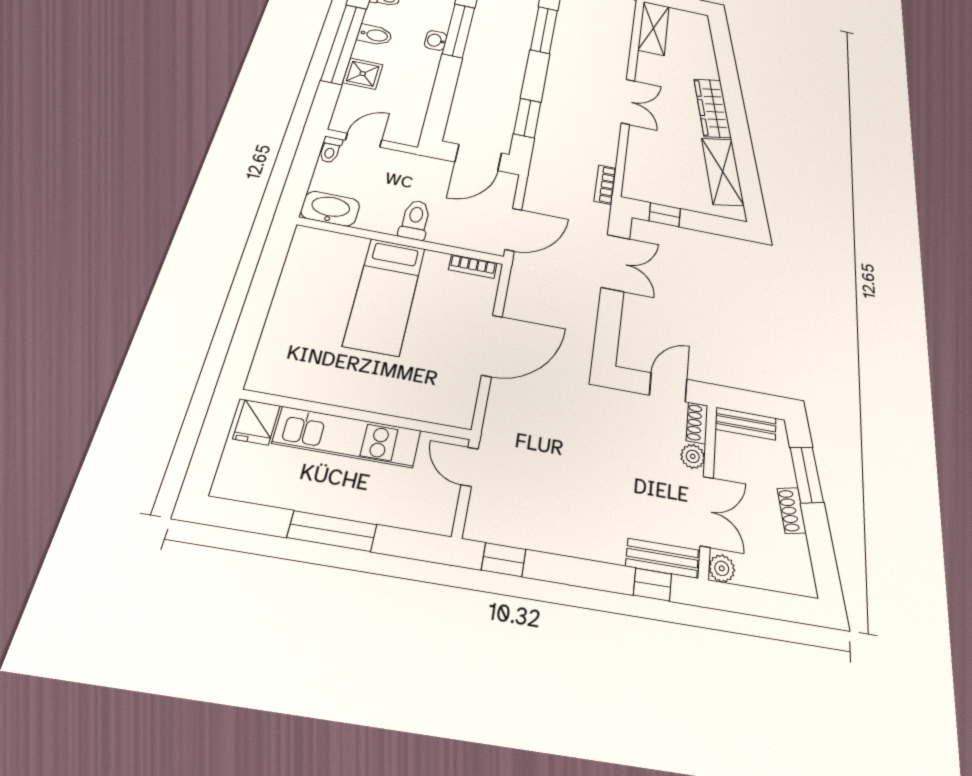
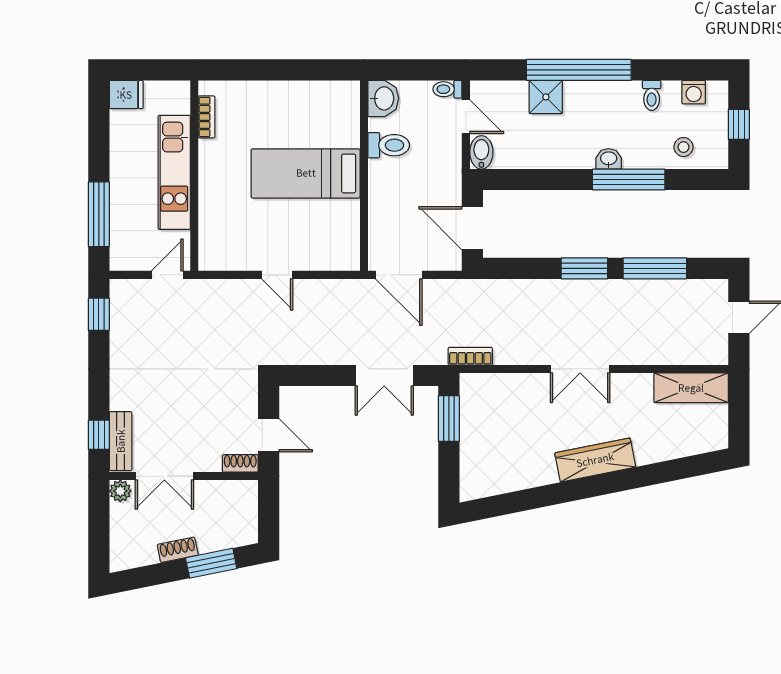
bidet: (375, 35) -> (481, 152), moved, turned 180
window: (527, 118) -> (584, 268), moved
shelving: (723, 172) -> (515, 475), removed
washbasin: (330, 209) -> (383, 98), width x0.72
window: (665, 215) -> (449, 419), width x1.50
toilet: (415, 220) -> (389, 145), moved
bookcase: (473, 266) -> (207, 117), moved, turned 180
door: (492, 346) -> (277, 275), width x0.53
fridge: (257, 422) -> (126, 95), moved, turned 180
bench: (746, 424) -> (248, 507), removed
plant: (693, 456) -> (210, 461), removed
window: (332, 531) -> (99, 214), moved

